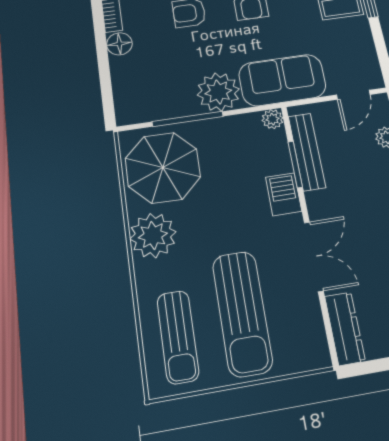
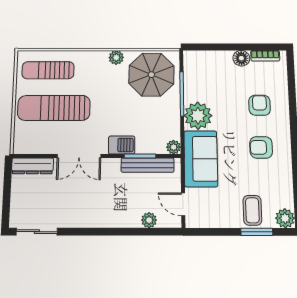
plant: (153, 235) -> (116, 57), width x0.53, depth x0.53

